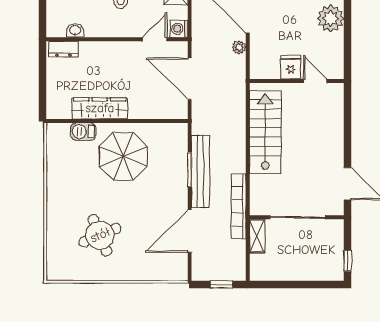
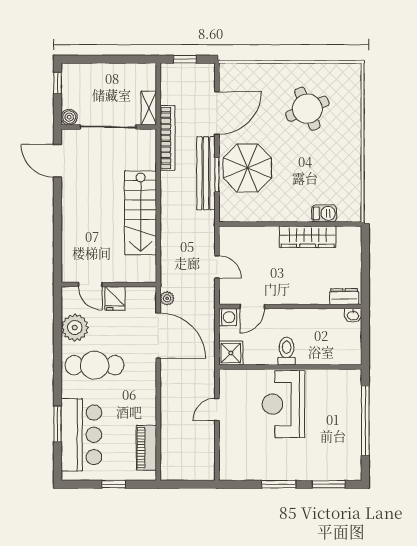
washbasin: (75, 30) -> (353, 315), moved
fridge: (291, 67) -> (115, 298), moved
door: (190, 79) -> (217, 267), width x0.53
wall: (297, 81) -> (109, 284), moved
door: (315, 81) -> (90, 284), moved
parasol: (123, 156) -> (247, 168), moved
boiler: (336, 227) -> (69, 117), added

